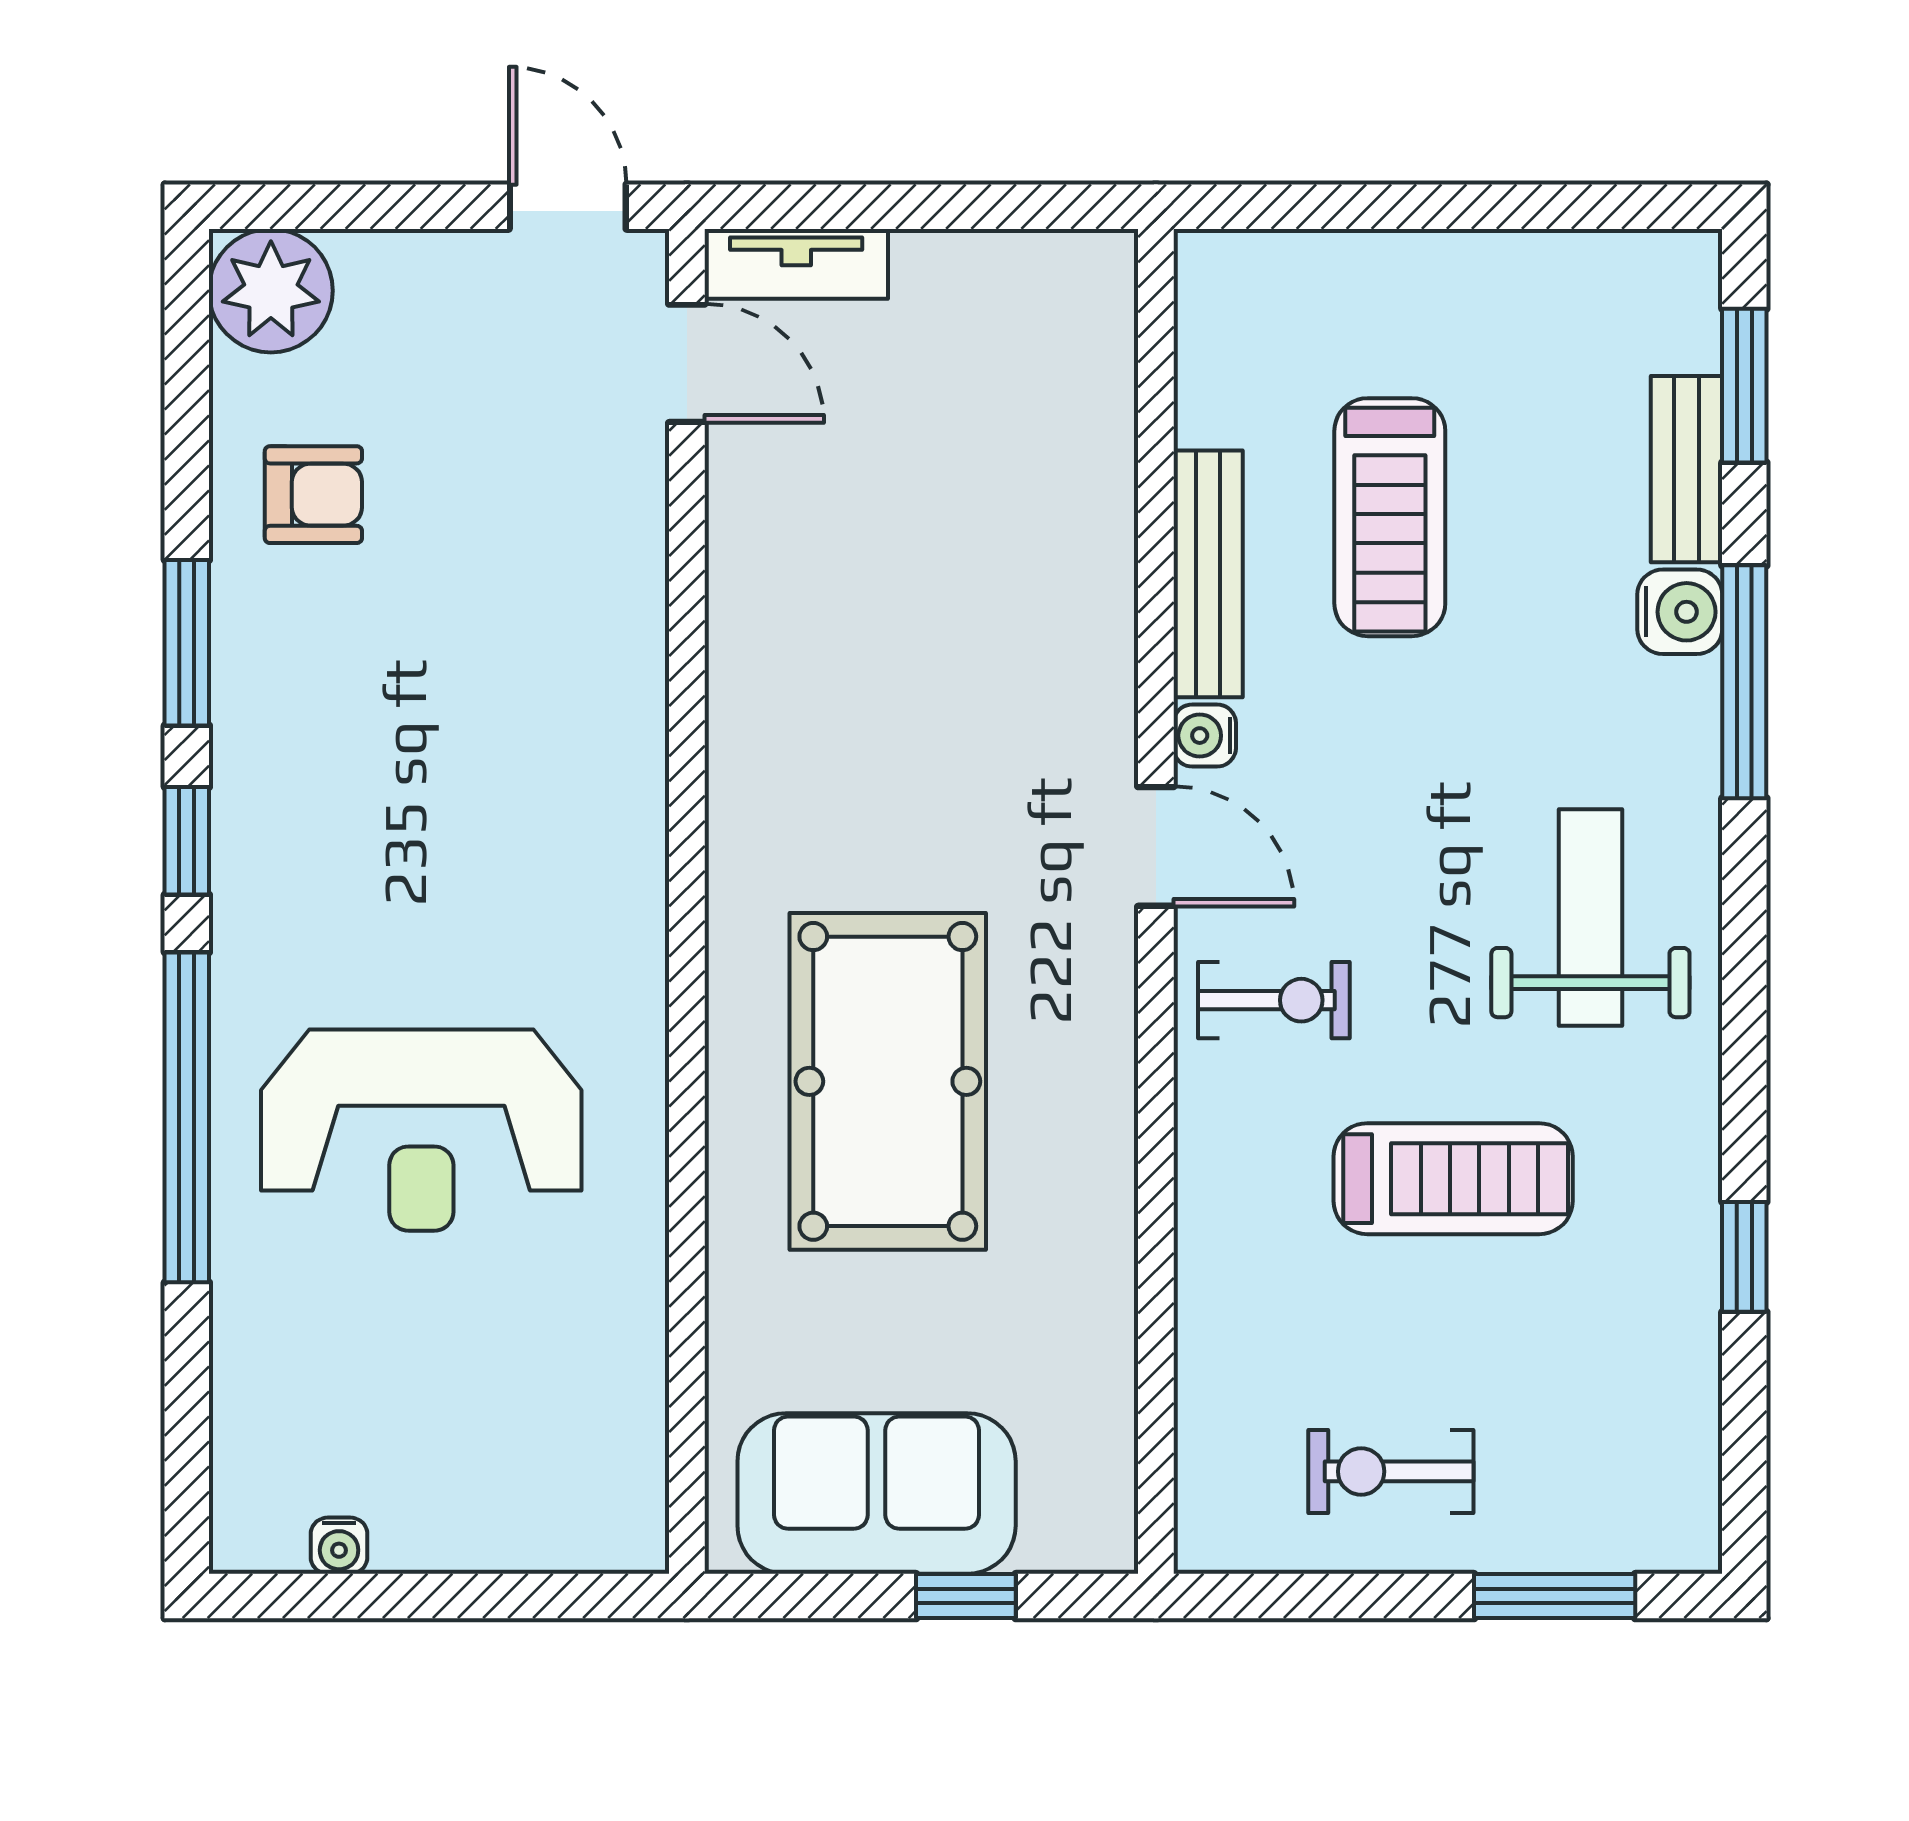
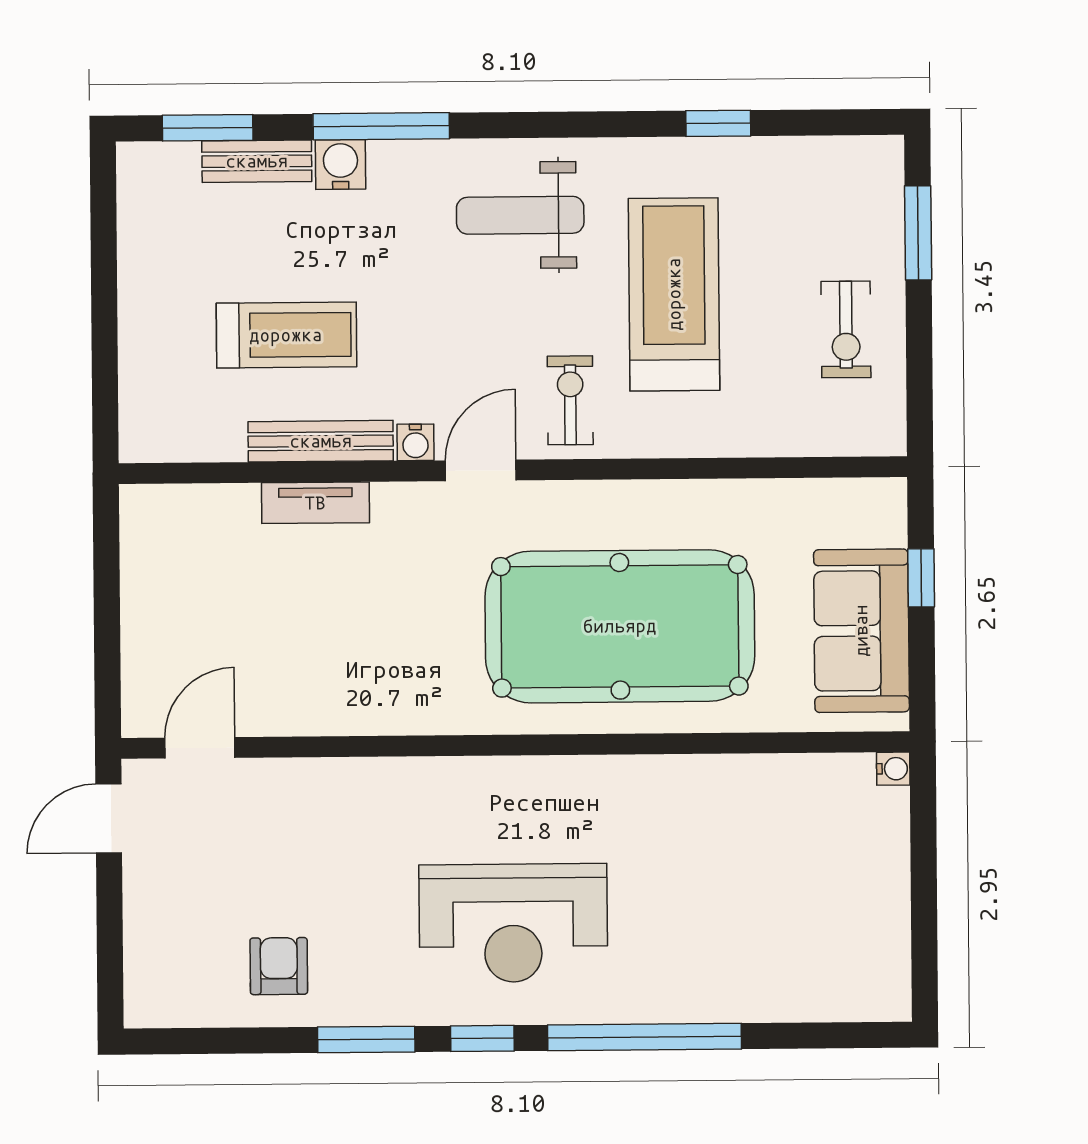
tv unit: (796, 264) -> (315, 503), moved, turned 90
plant: (271, 291) -> (159, 992), removed
pool table: (888, 1081) -> (620, 626), width x1.36, depth x1.32
reception desk: (421, 1130) -> (513, 923), moved, turned 90
treadmill: (1453, 1179) -> (674, 294), width x1.37, depth x1.38
water cooler: (339, 1546) -> (893, 769), moved

